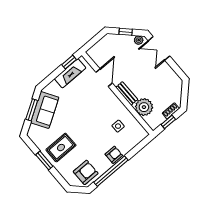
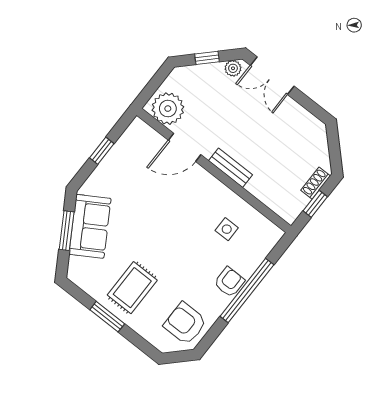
window: (69, 62) -> (102, 151), moved
fireplace: (70, 73) -> (122, 152), removed
door: (104, 78) -> (185, 147), swing flipped
plant: (144, 107) -> (168, 109), moved
window: (111, 171) -> (247, 290), moved
armchair: (86, 172) -> (185, 323), turned -90

